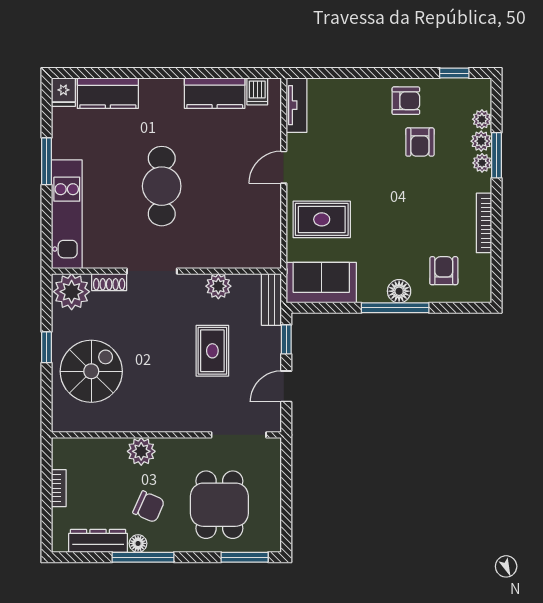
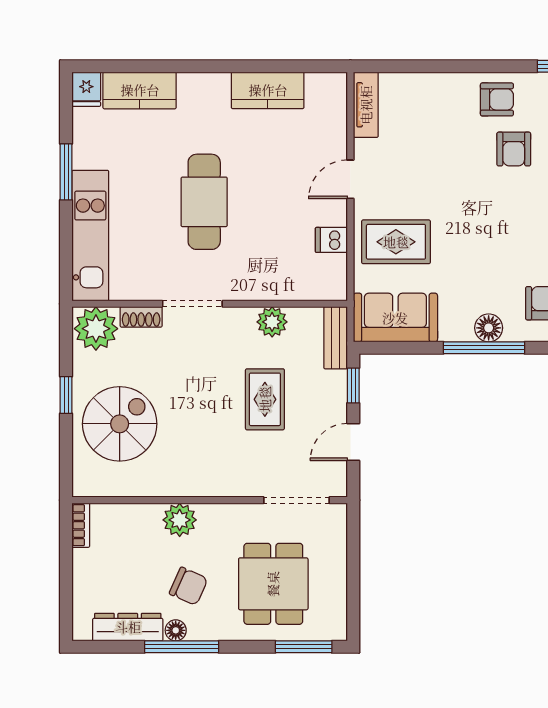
dishwasher: (257, 91) -> (331, 240), moved, turned 90
bookcase: (59, 488) -> (81, 525), moved

